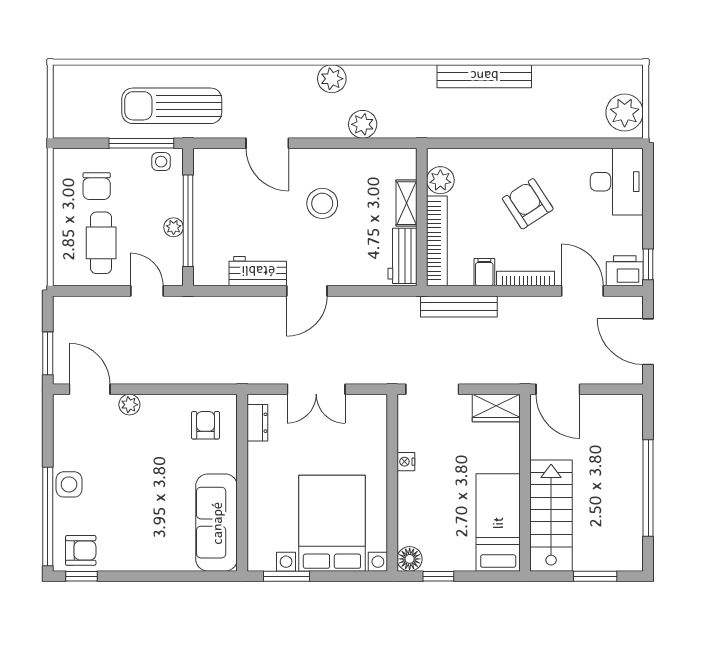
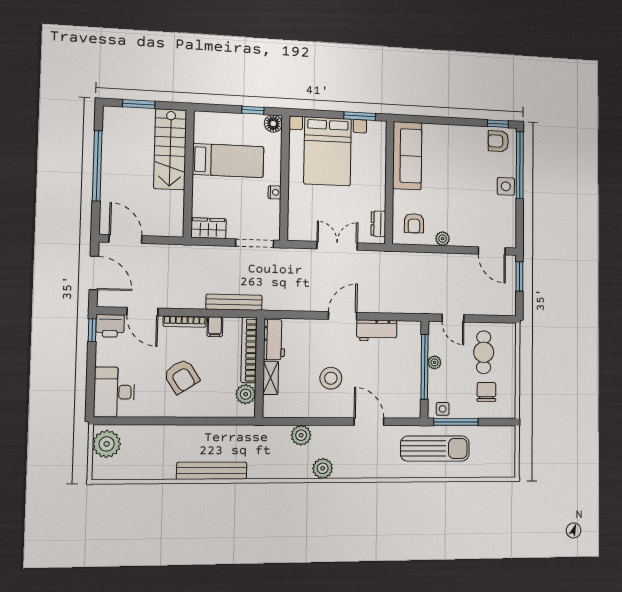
door: (558, 389) -> (125, 239), moved
plant: (129, 405) -> (443, 239), moved
bed: (498, 523) -> (228, 161), moved, turned -90

